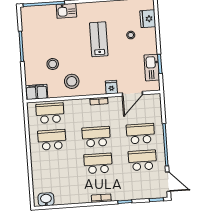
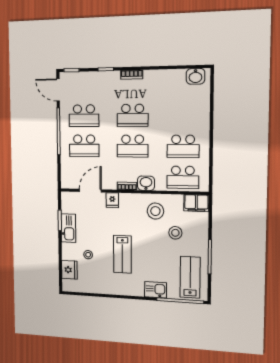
lab bench: (37, 26) -> (190, 277), added
kitchen sink: (152, 68) -> (68, 228), moved
washbasin: (82, 105) -> (146, 183), added

